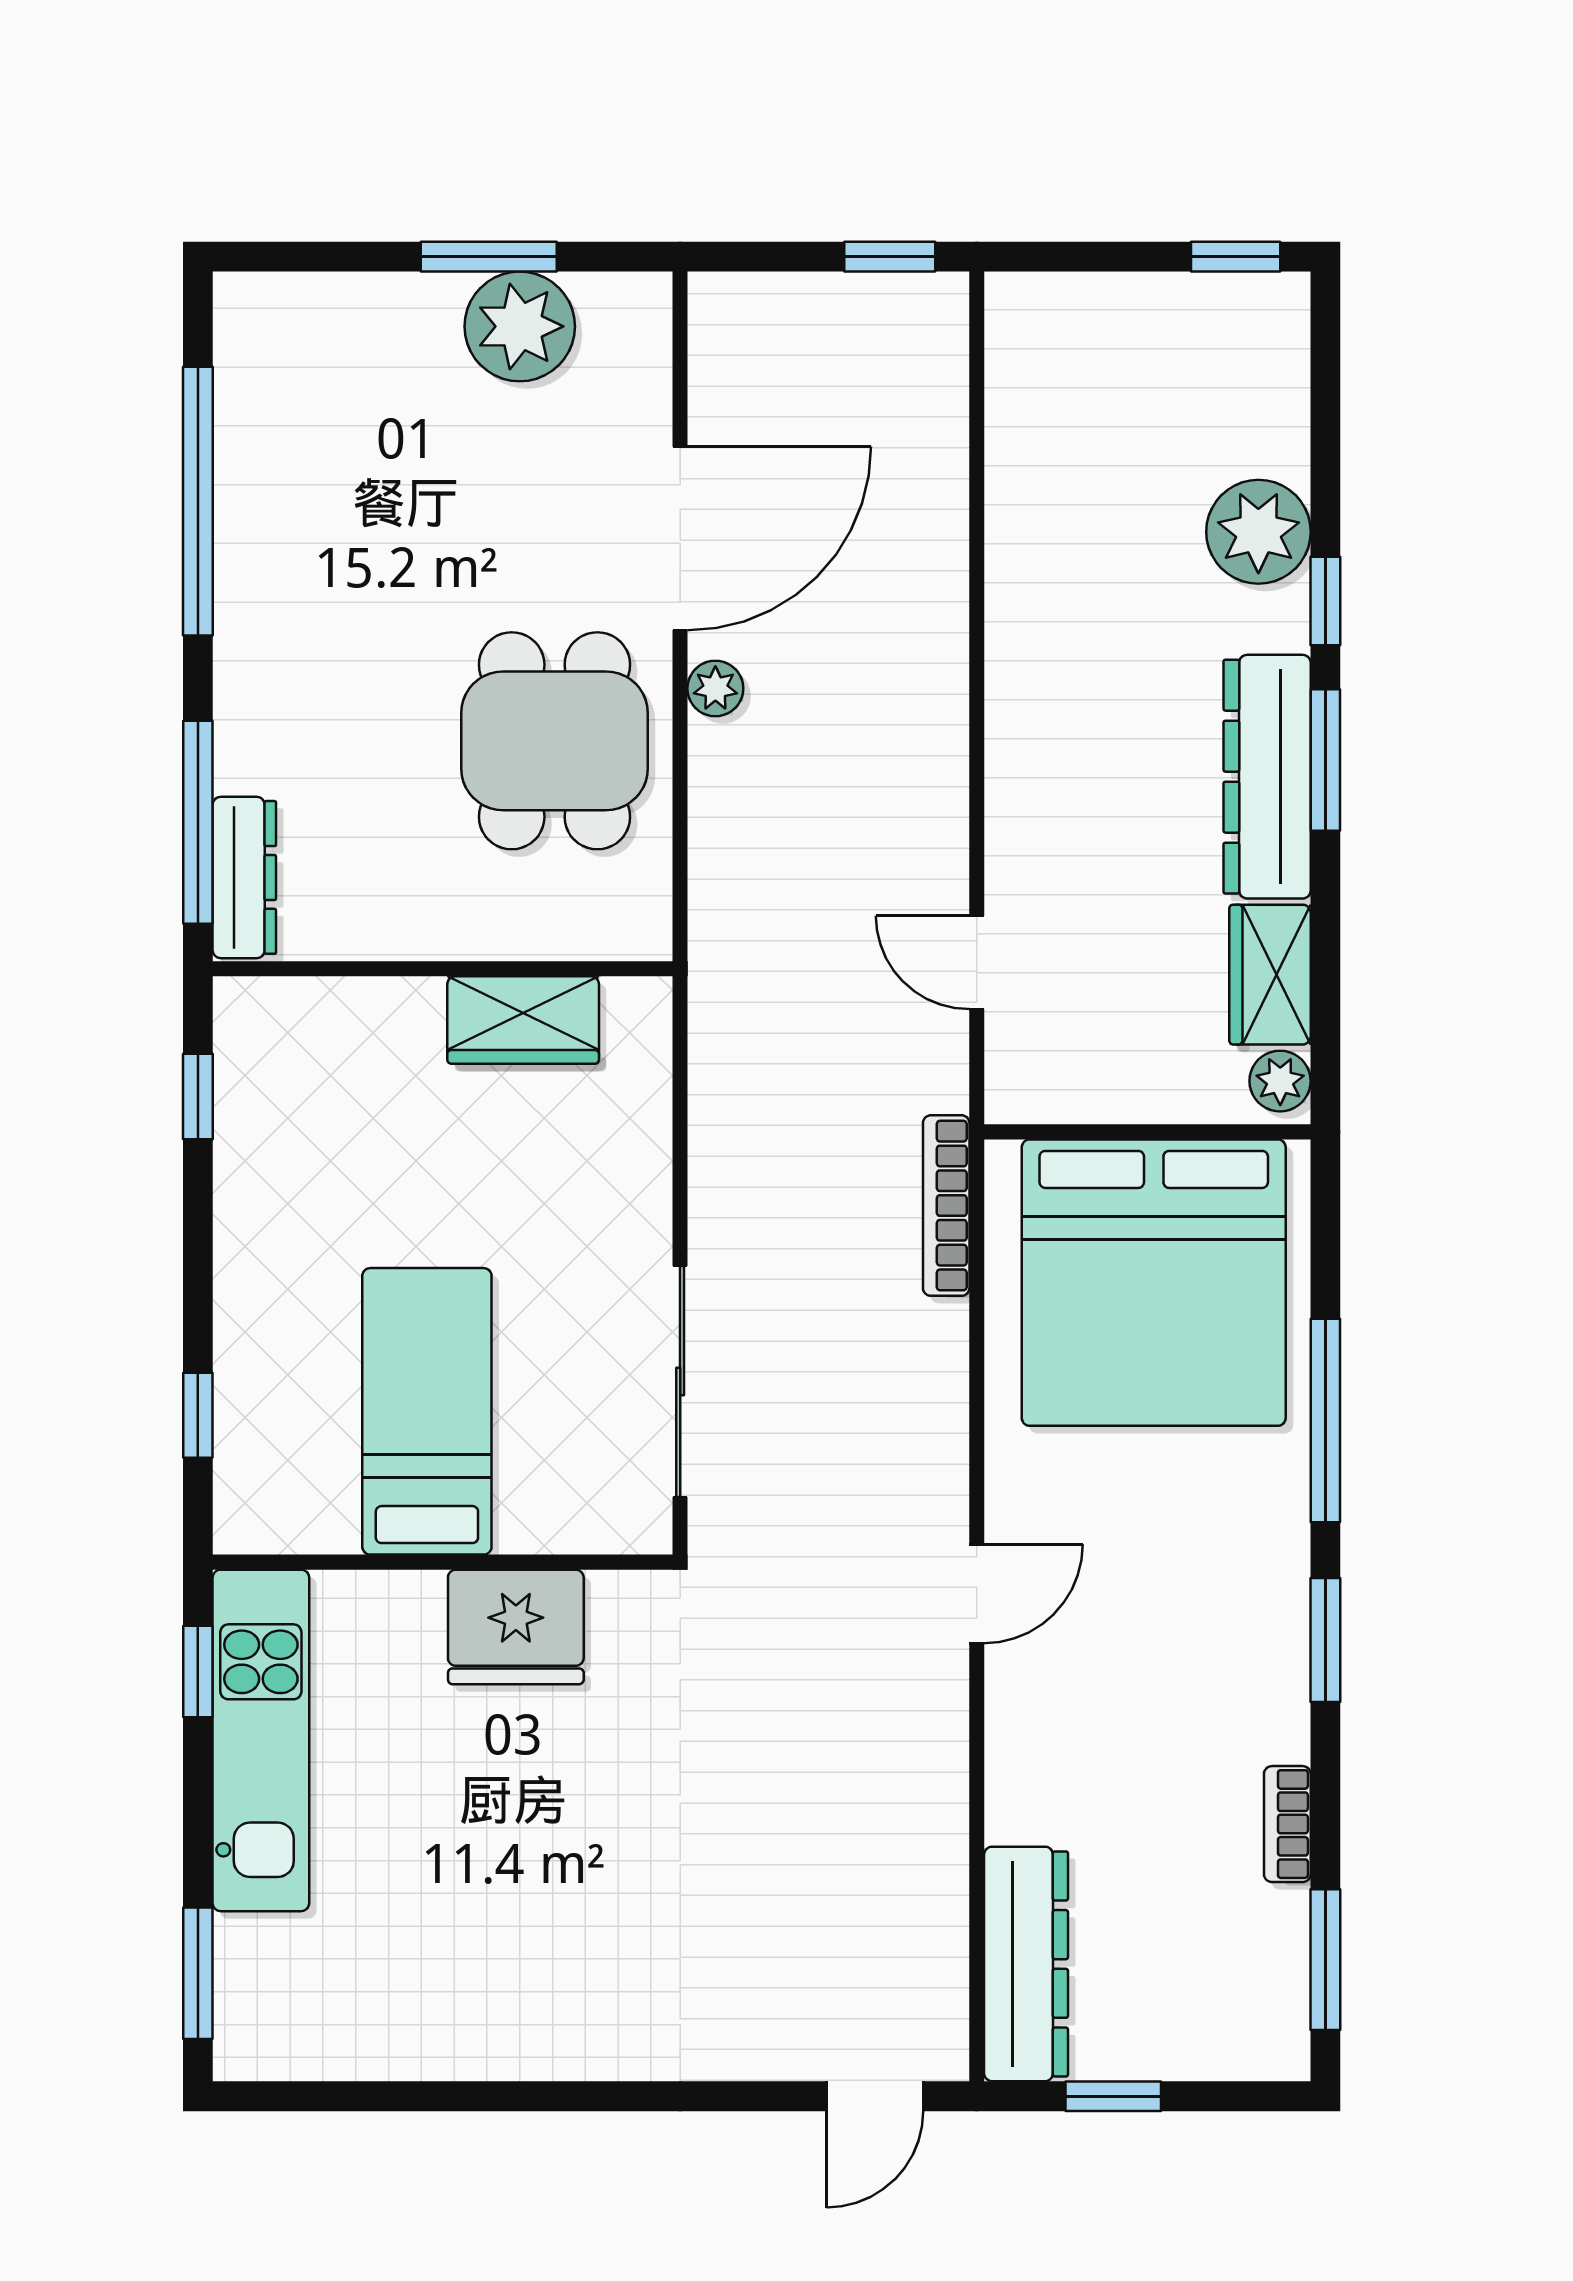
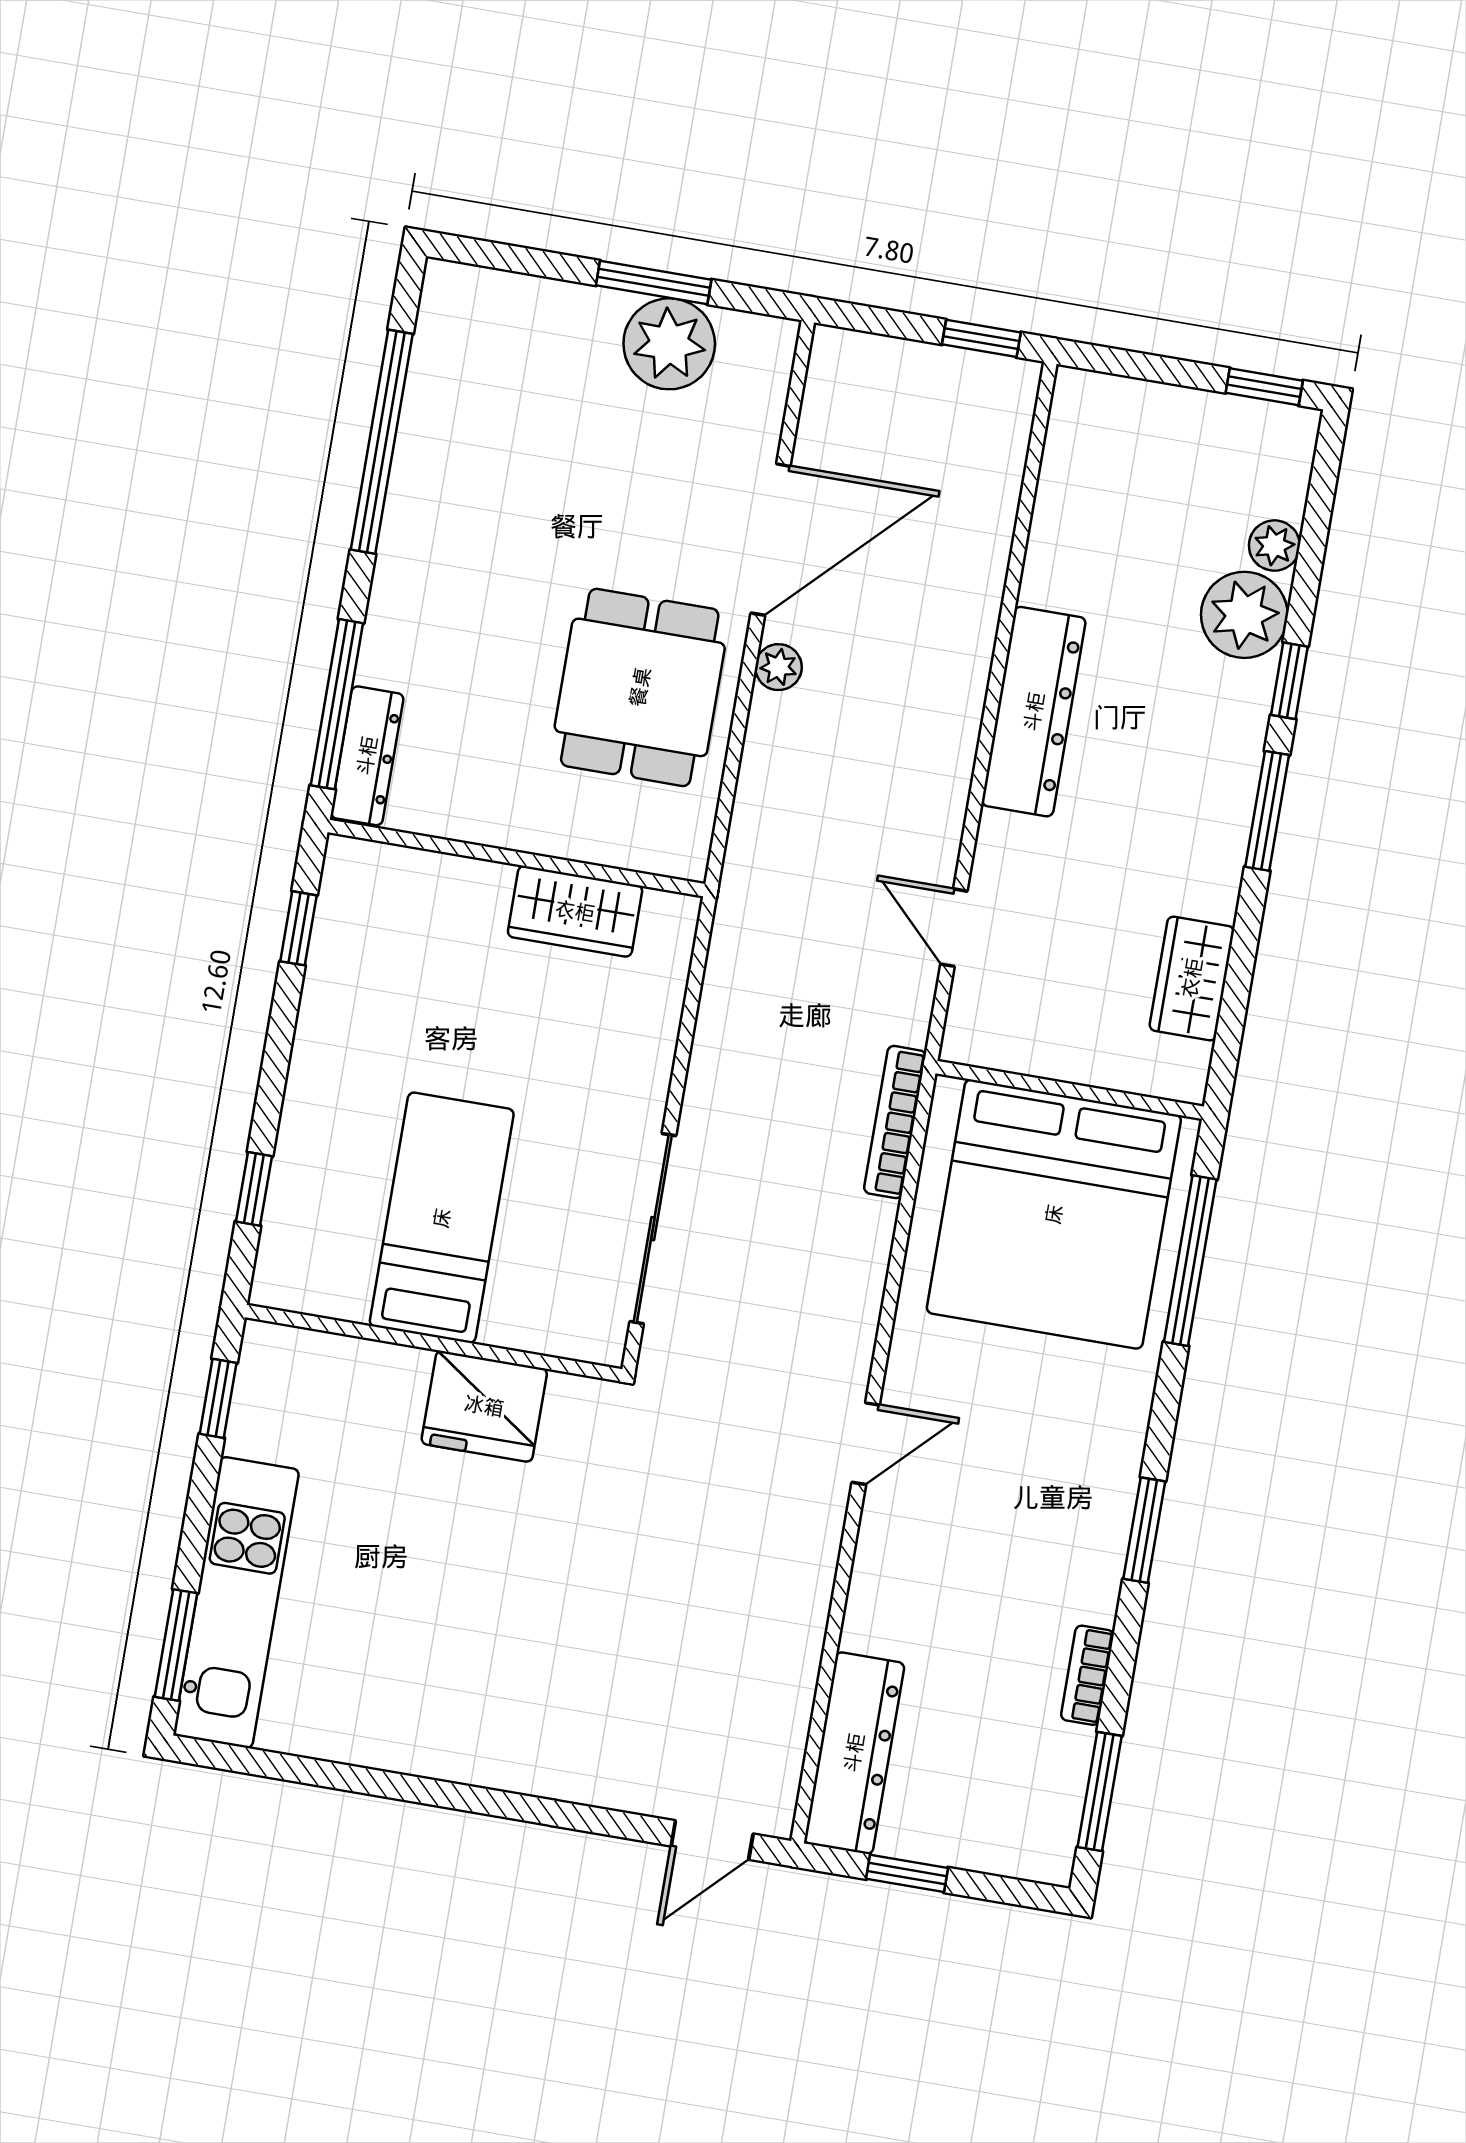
dresser: (1267, 777) -> (1034, 712), moved, turned 180
plant: (1280, 1081) -> (1274, 546), moved
window: (1325, 1420) -> (1190, 1261), moved
kitchen unit: (261, 1740) -> (236, 1603), moved

